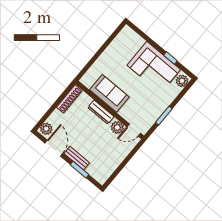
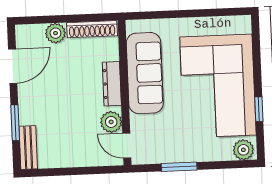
corner sofa: (154, 67) -> (218, 86), width x1.36, depth x1.36
sofa: (109, 93) -> (145, 73), width x1.36
plant: (46, 129) -> (55, 33), moved
bench: (77, 158) -> (28, 147), moved

